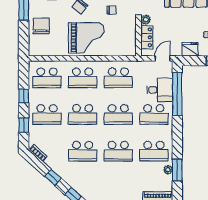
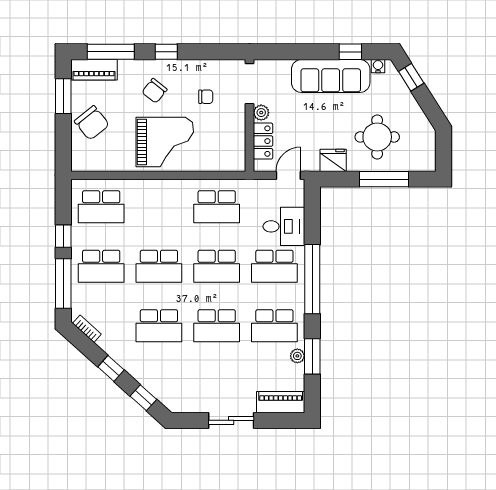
chair: (41, 26) -> (92, 123), turned 141
school desk: (83, 78) -> (159, 207), removed
window: (177, 94) -> (312, 279), moved
window: (24, 125) -> (63, 284), width x2.17

